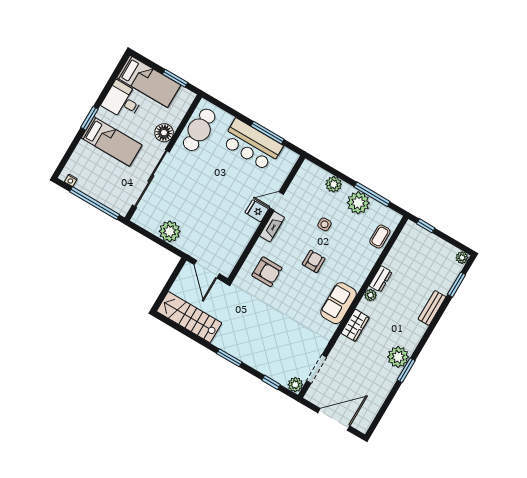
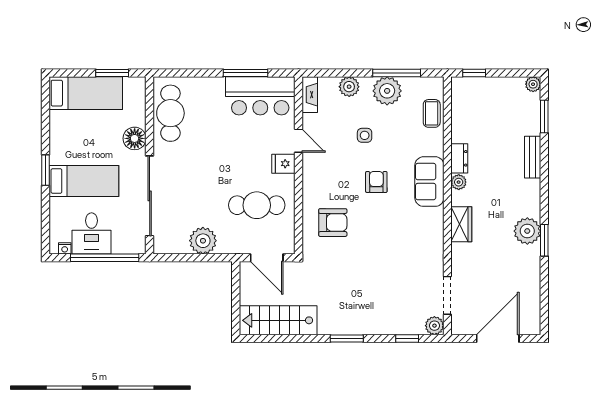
desk: (123, 101) -> (92, 233), moved, turned -90
bar counter: (252, 145) -> (260, 96), moved
door: (277, 201) -> (298, 141), swing flipped
fireplace: (272, 227) -> (310, 95), moved
cafe table: (221, 229) -> (257, 205), added
sofa: (339, 303) -> (429, 182), moved

